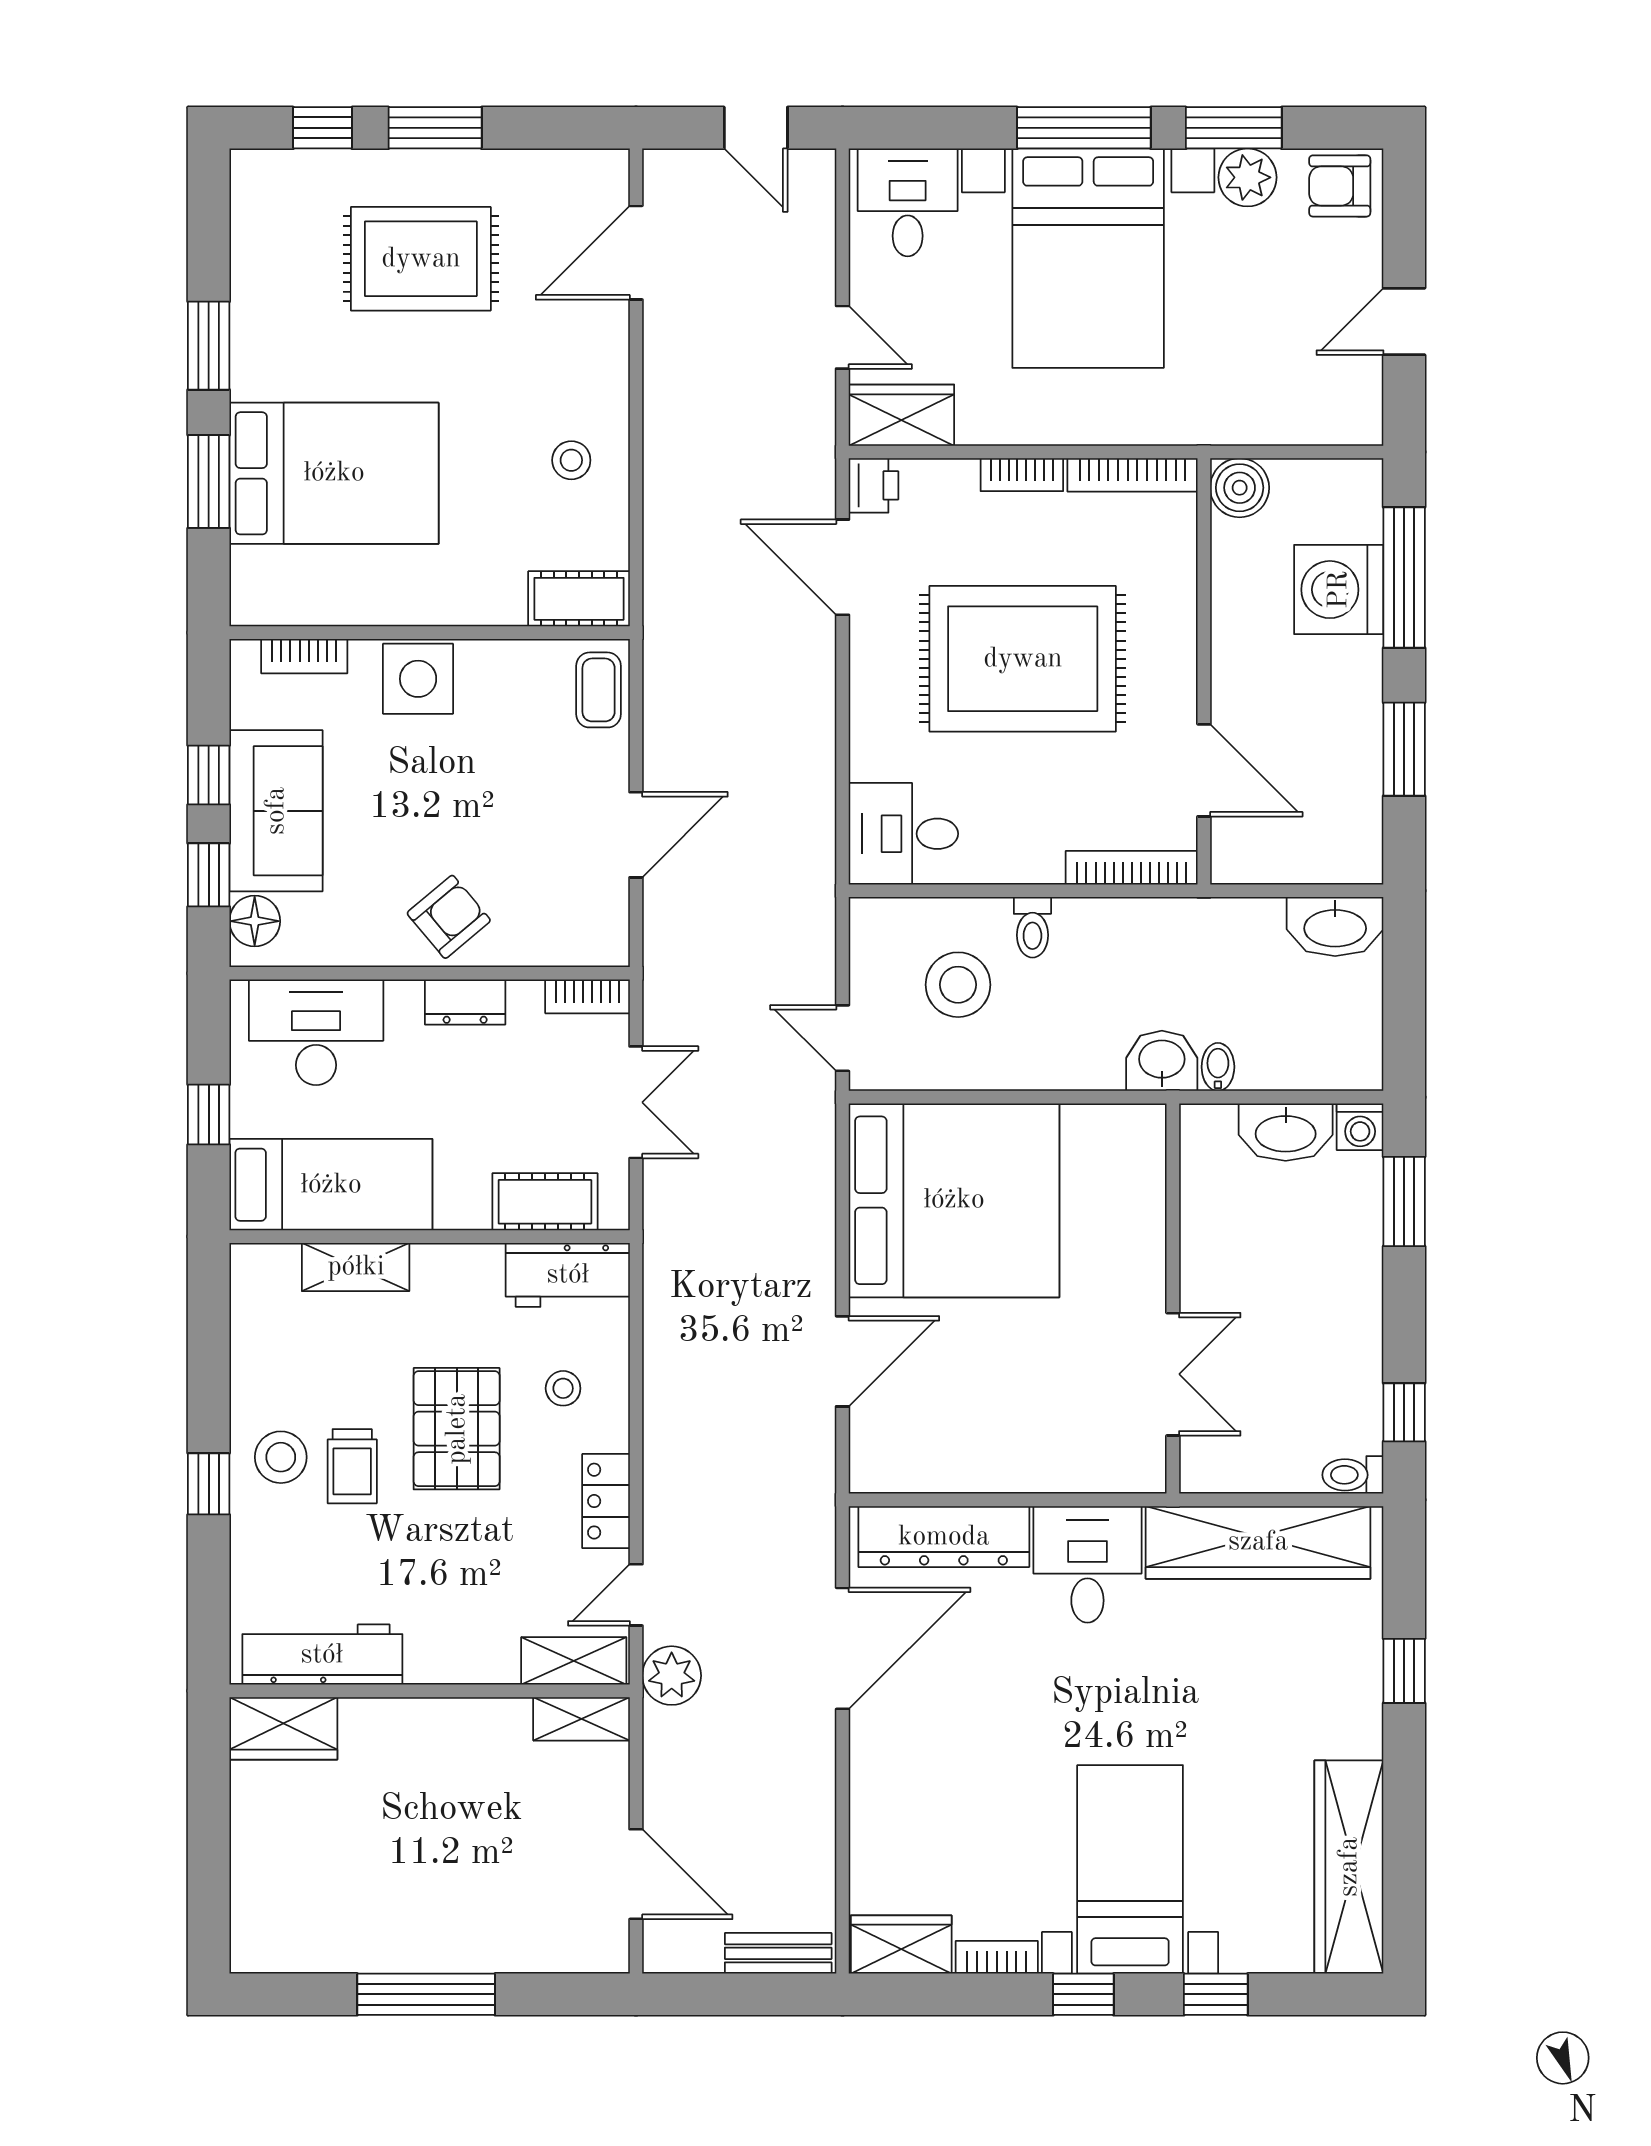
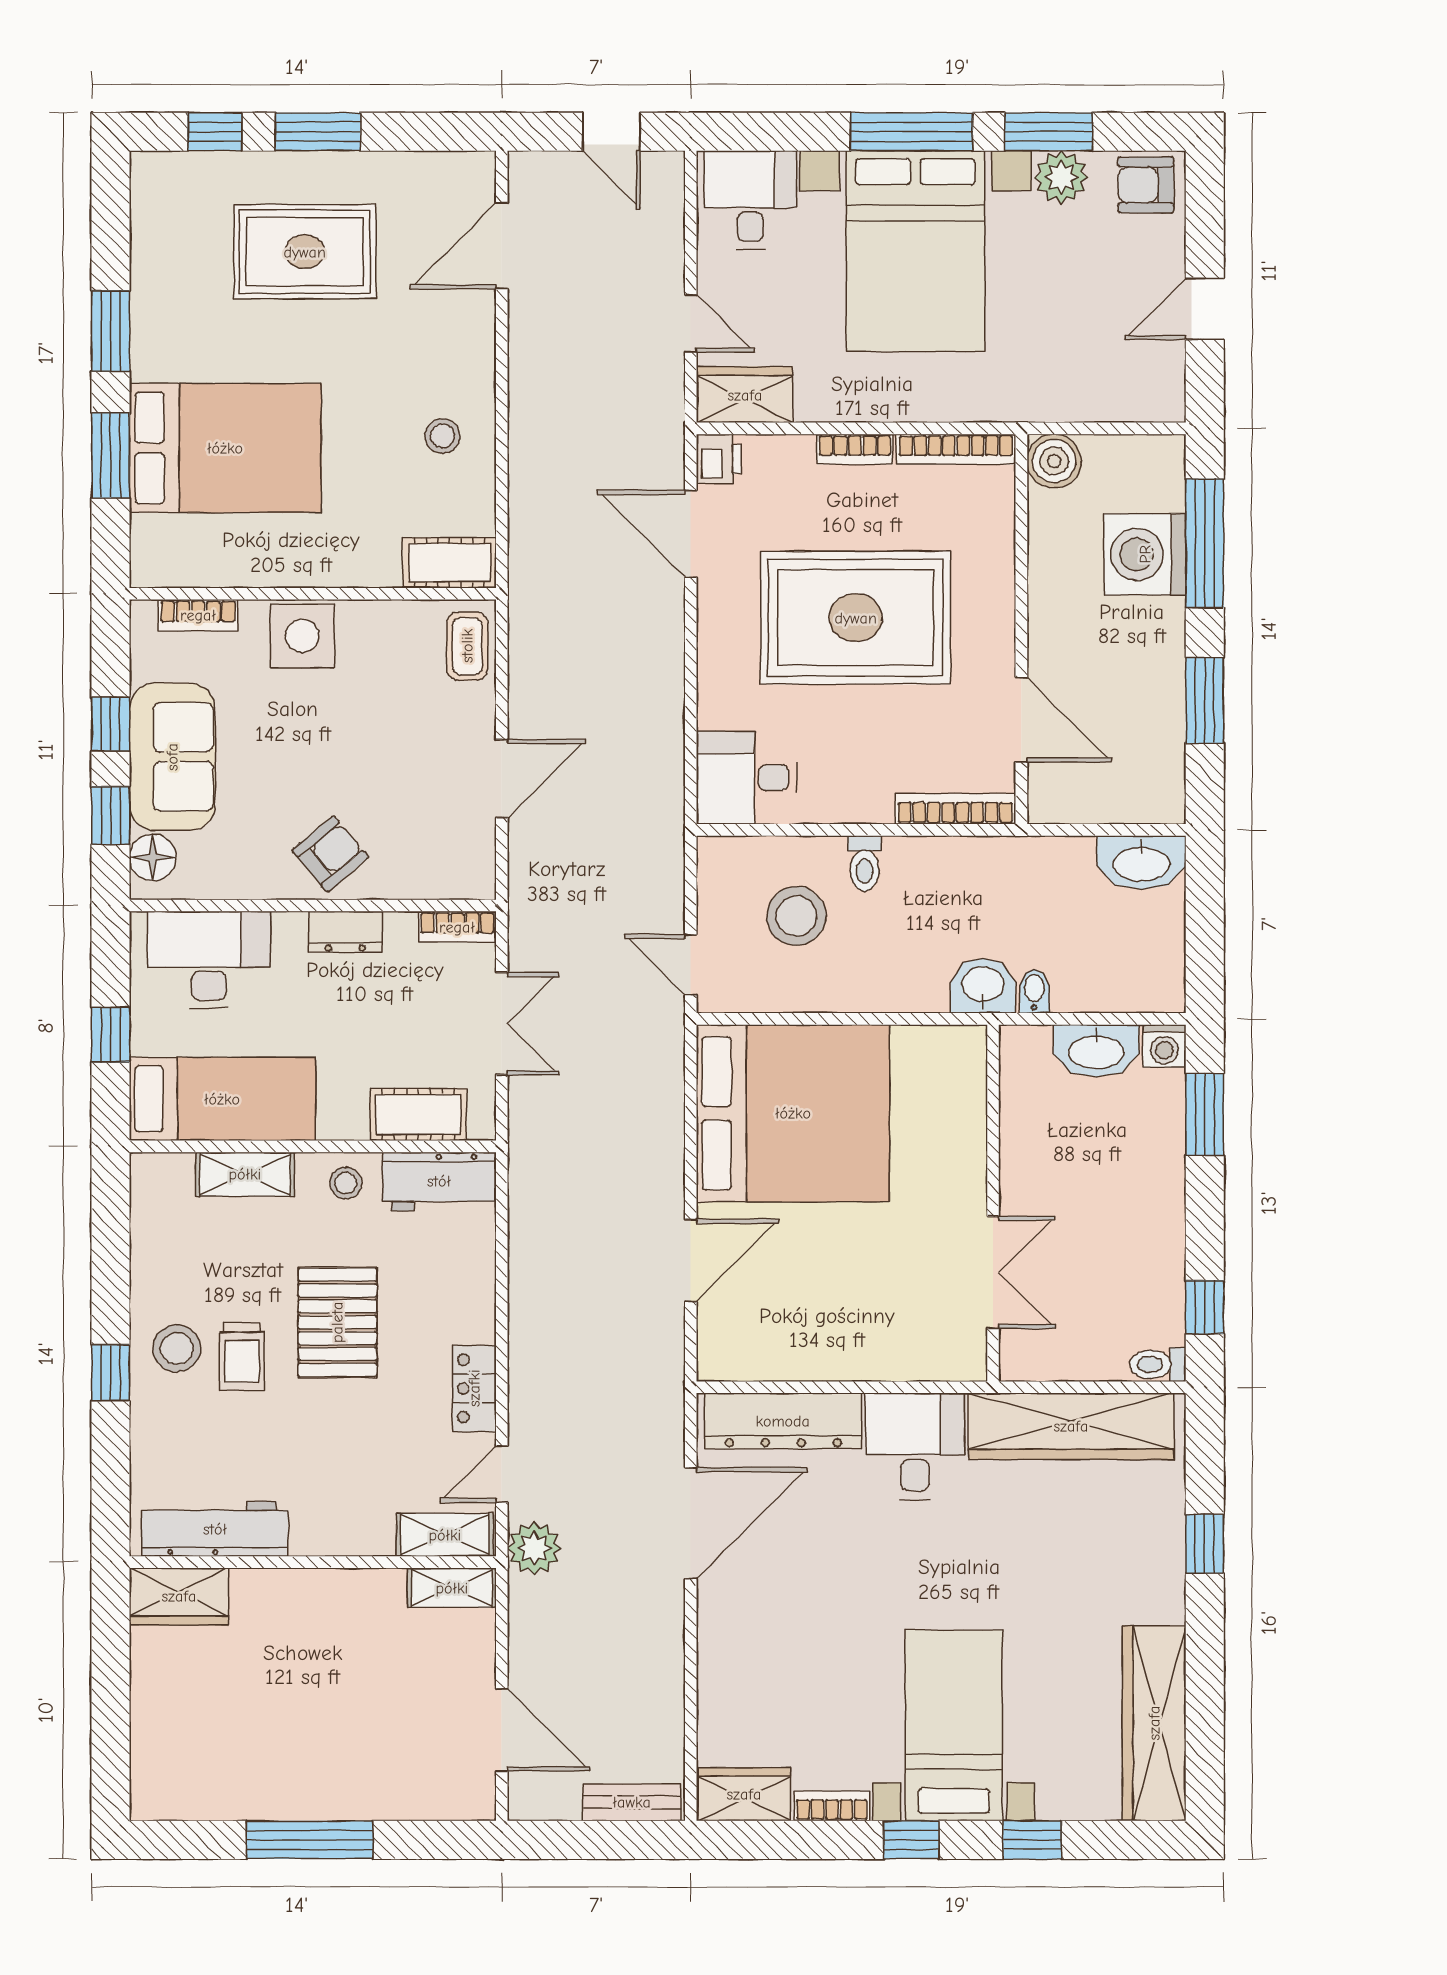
stool: (563, 1388) -> (346, 1183), moved

